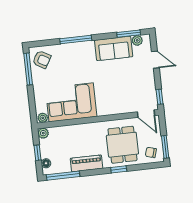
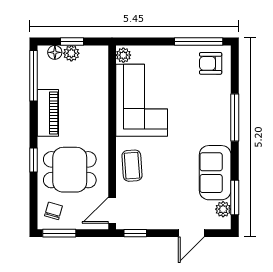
armchair: (42, 59) -> (211, 63), turned 60
coffee table: (115, 104) -> (132, 166), added
plant: (43, 133) -> (71, 53), moved

